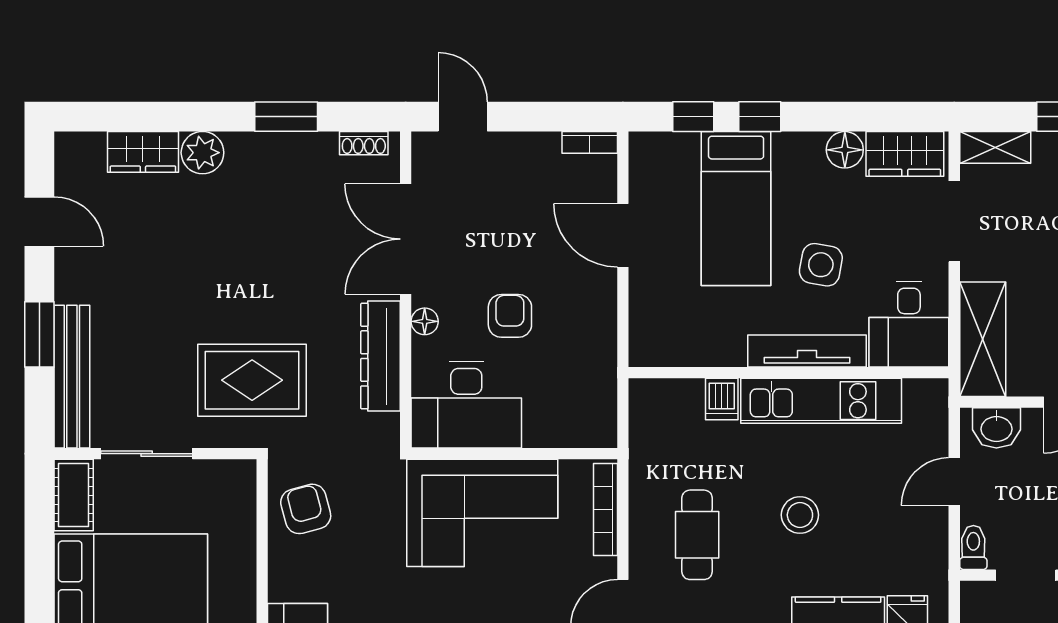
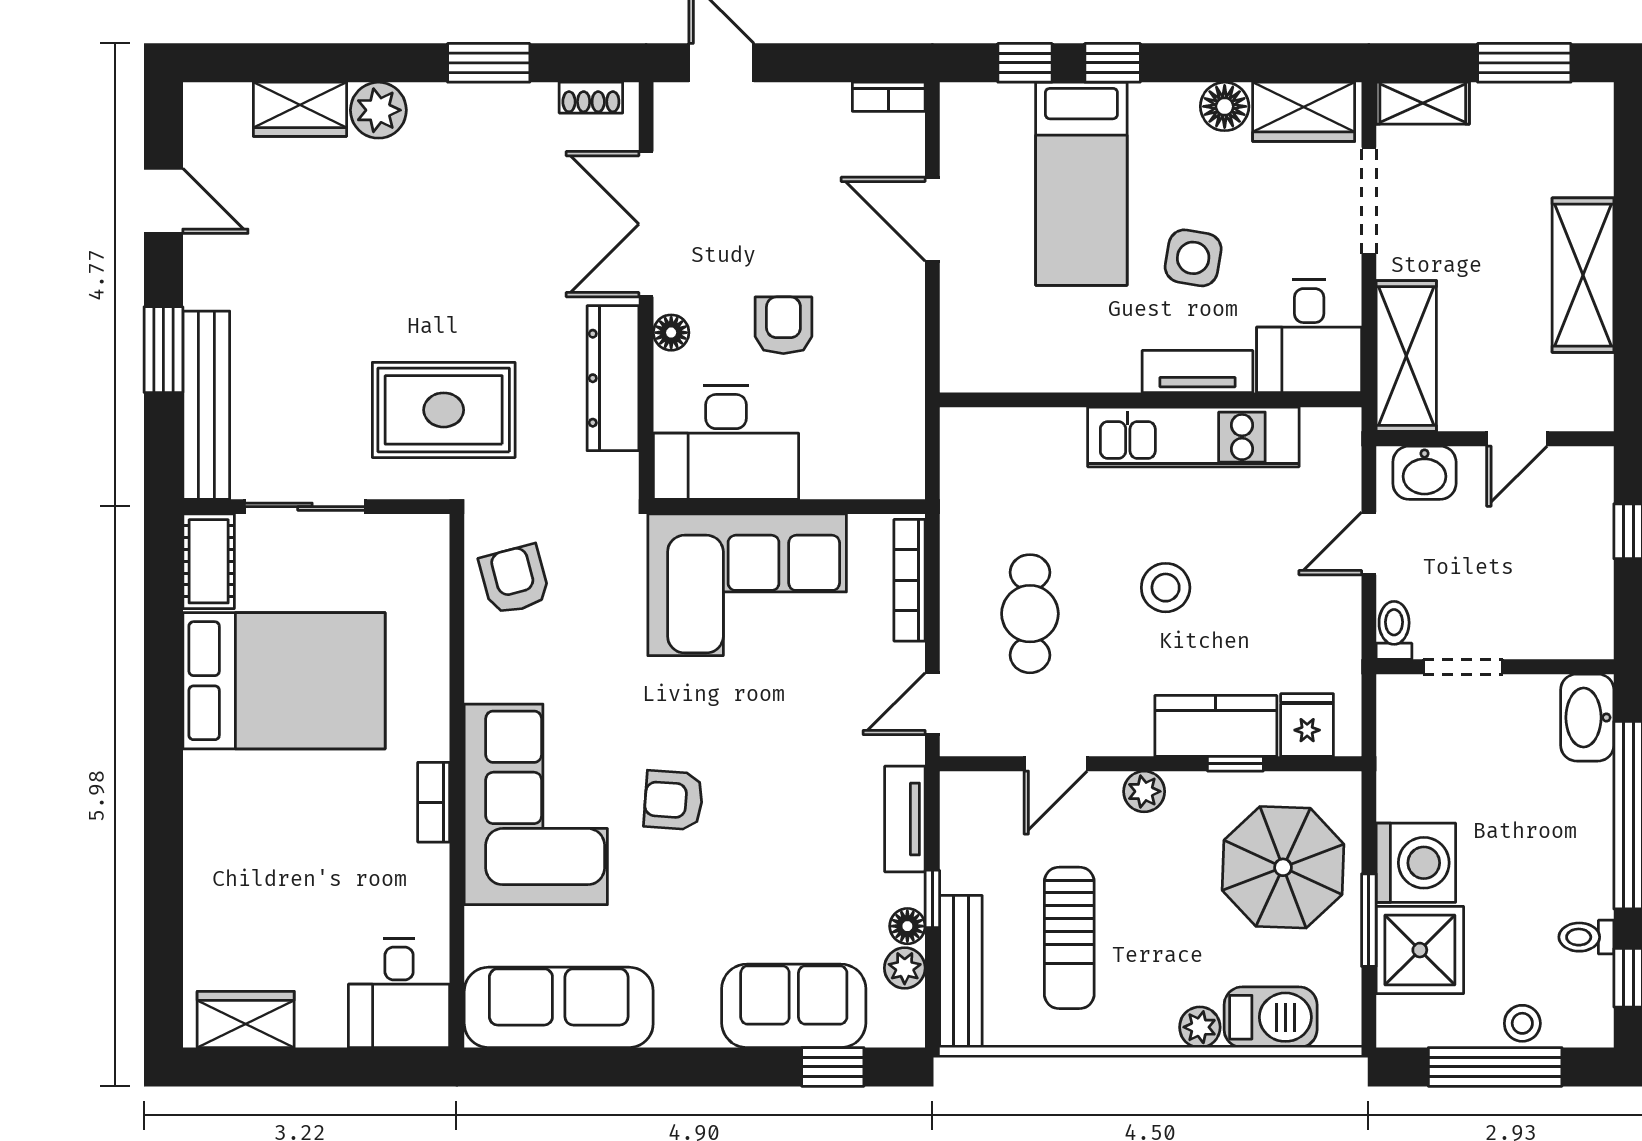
tv unit: (807, 351) -> (1198, 372), width x0.71
dishwasher: (722, 399) -> (1063, 435), removed

